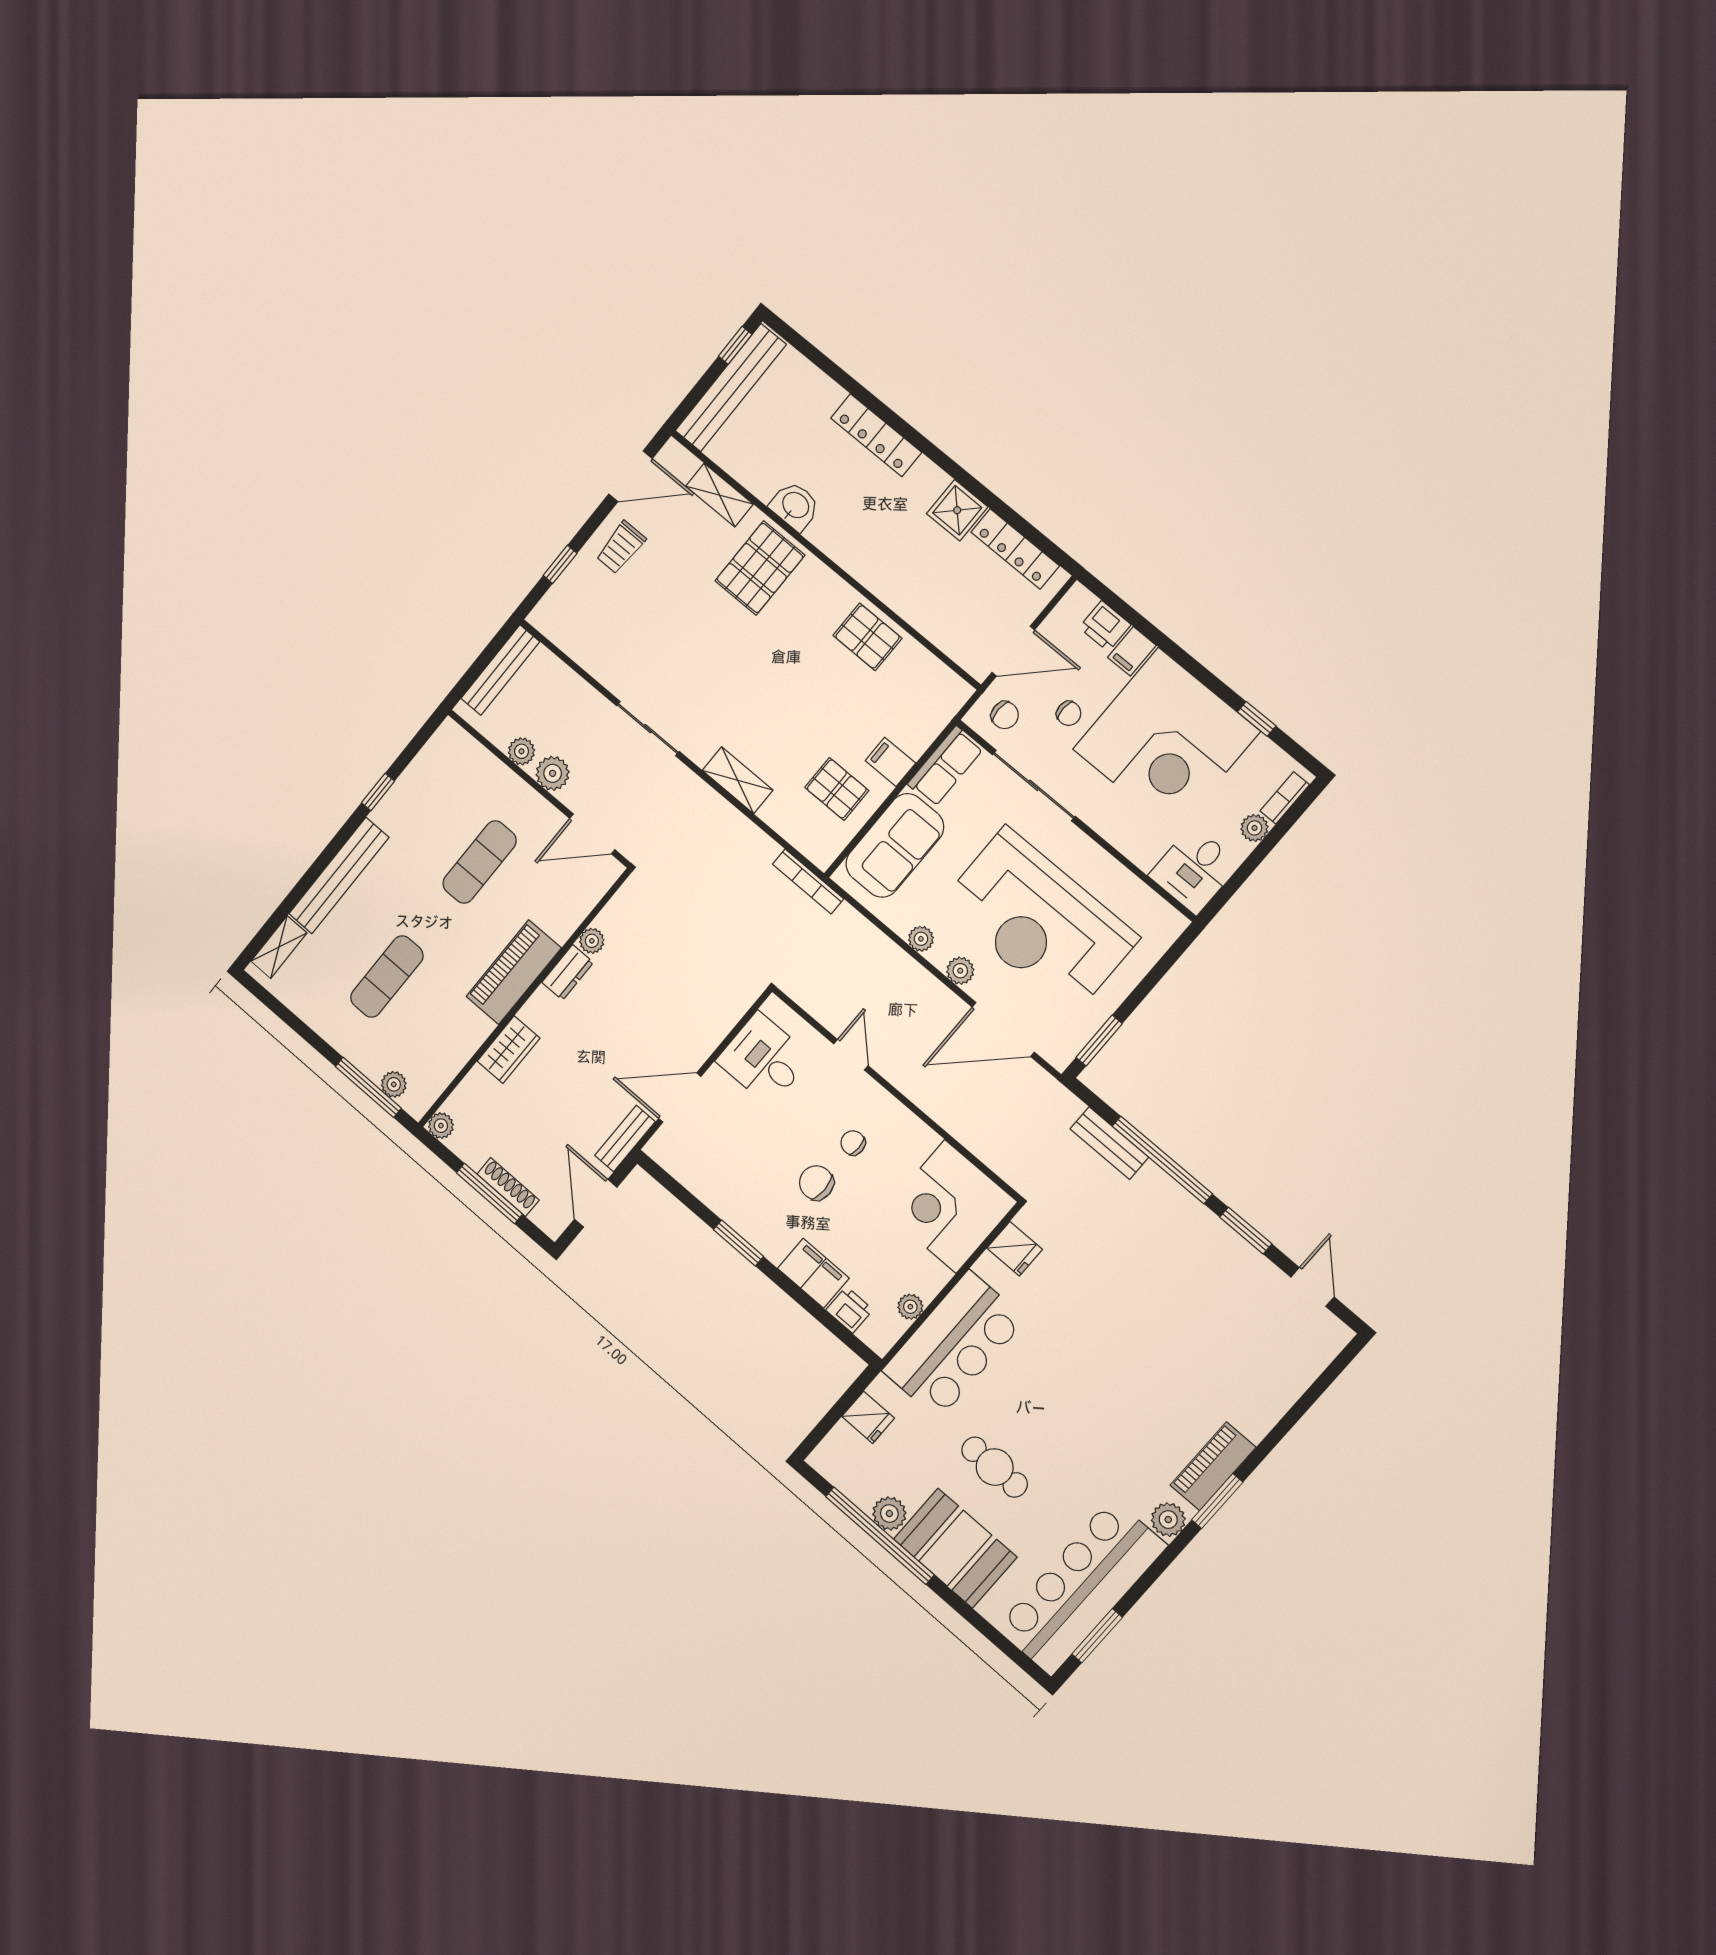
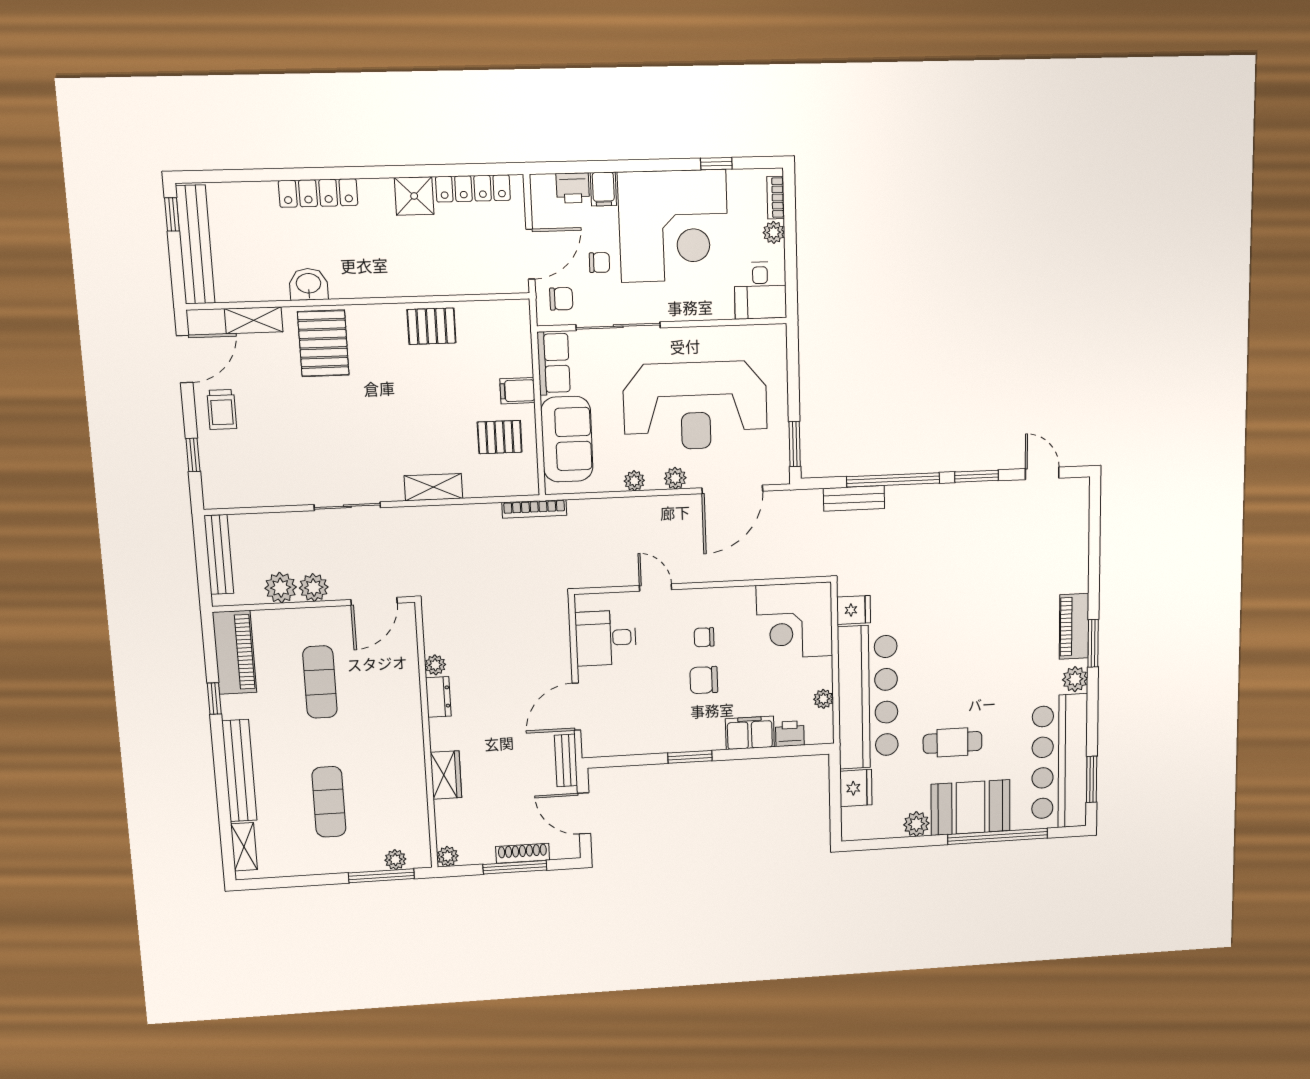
plant: (521, 751) -> (281, 588), width x1.38, depth x1.38
piano: (514, 972) -> (235, 652), moved, turned 180
bar counter: (954, 1345) -> (868, 697), width x1.36
fridge: (868, 1417) -> (856, 788), width x1.38
window: (880, 1536) -> (998, 836), moved

